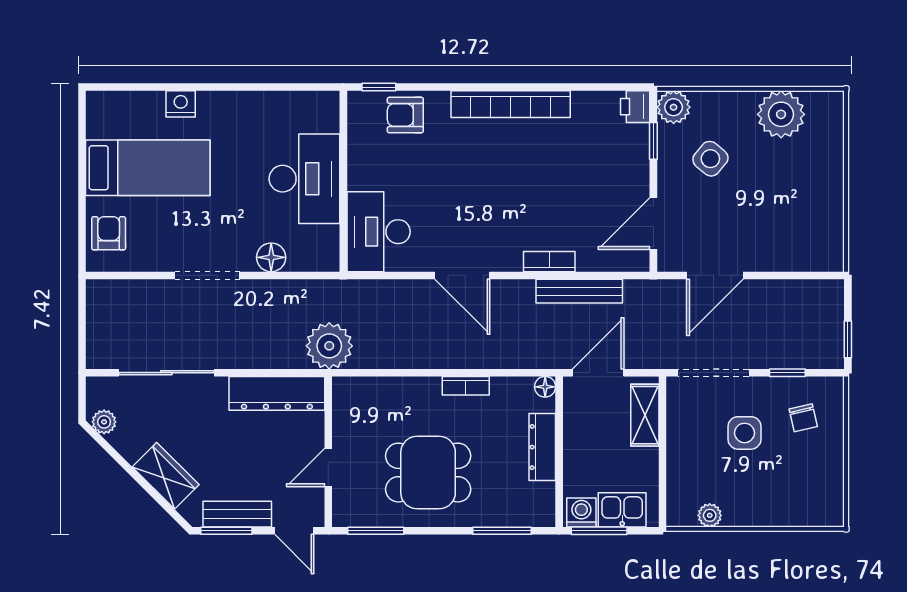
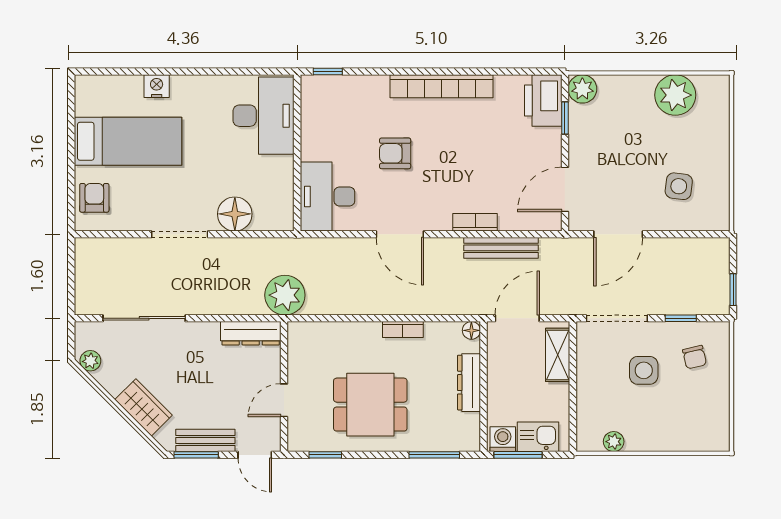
printer: (635, 107) -> (543, 101), width x1.87, depth x1.48
armchair: (405, 115) -> (395, 153), moved
side table: (710, 159) -> (679, 186), moved, turned -33
desk: (304, 179) -> (264, 116), moved
floor lamp: (271, 257) -> (235, 214), width x1.38, depth x1.38
dresser: (277, 393) -> (251, 333), width x0.73, depth x0.80
window: (376, 531) -> (325, 455), width x0.67

